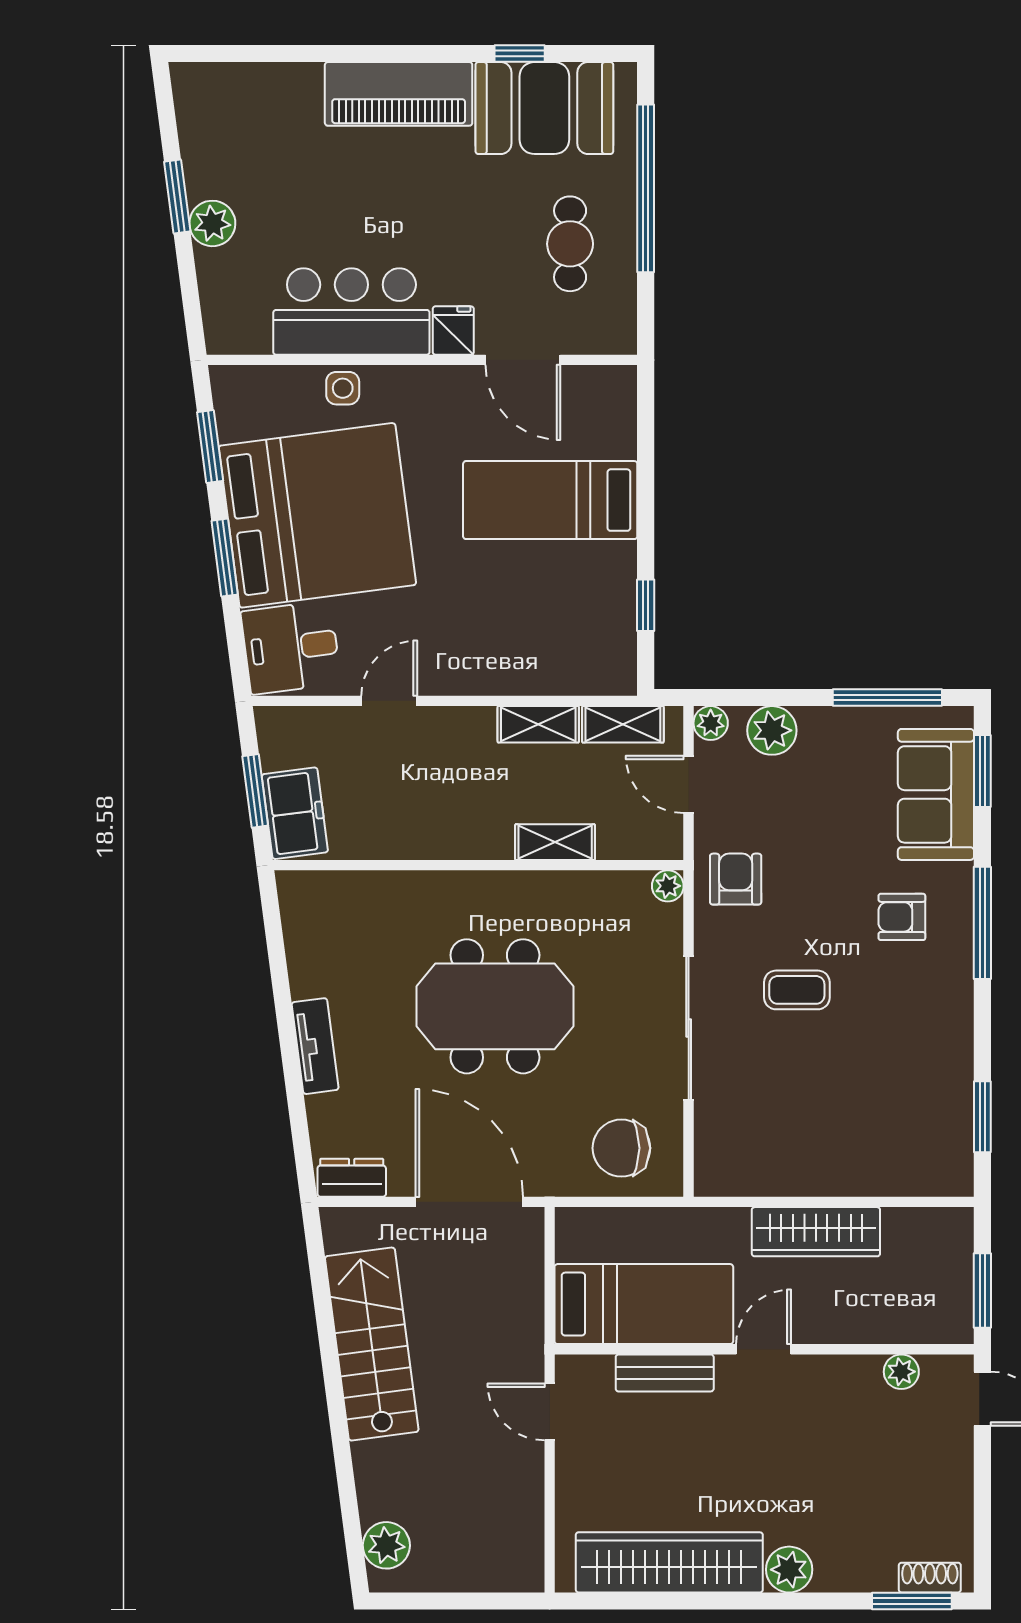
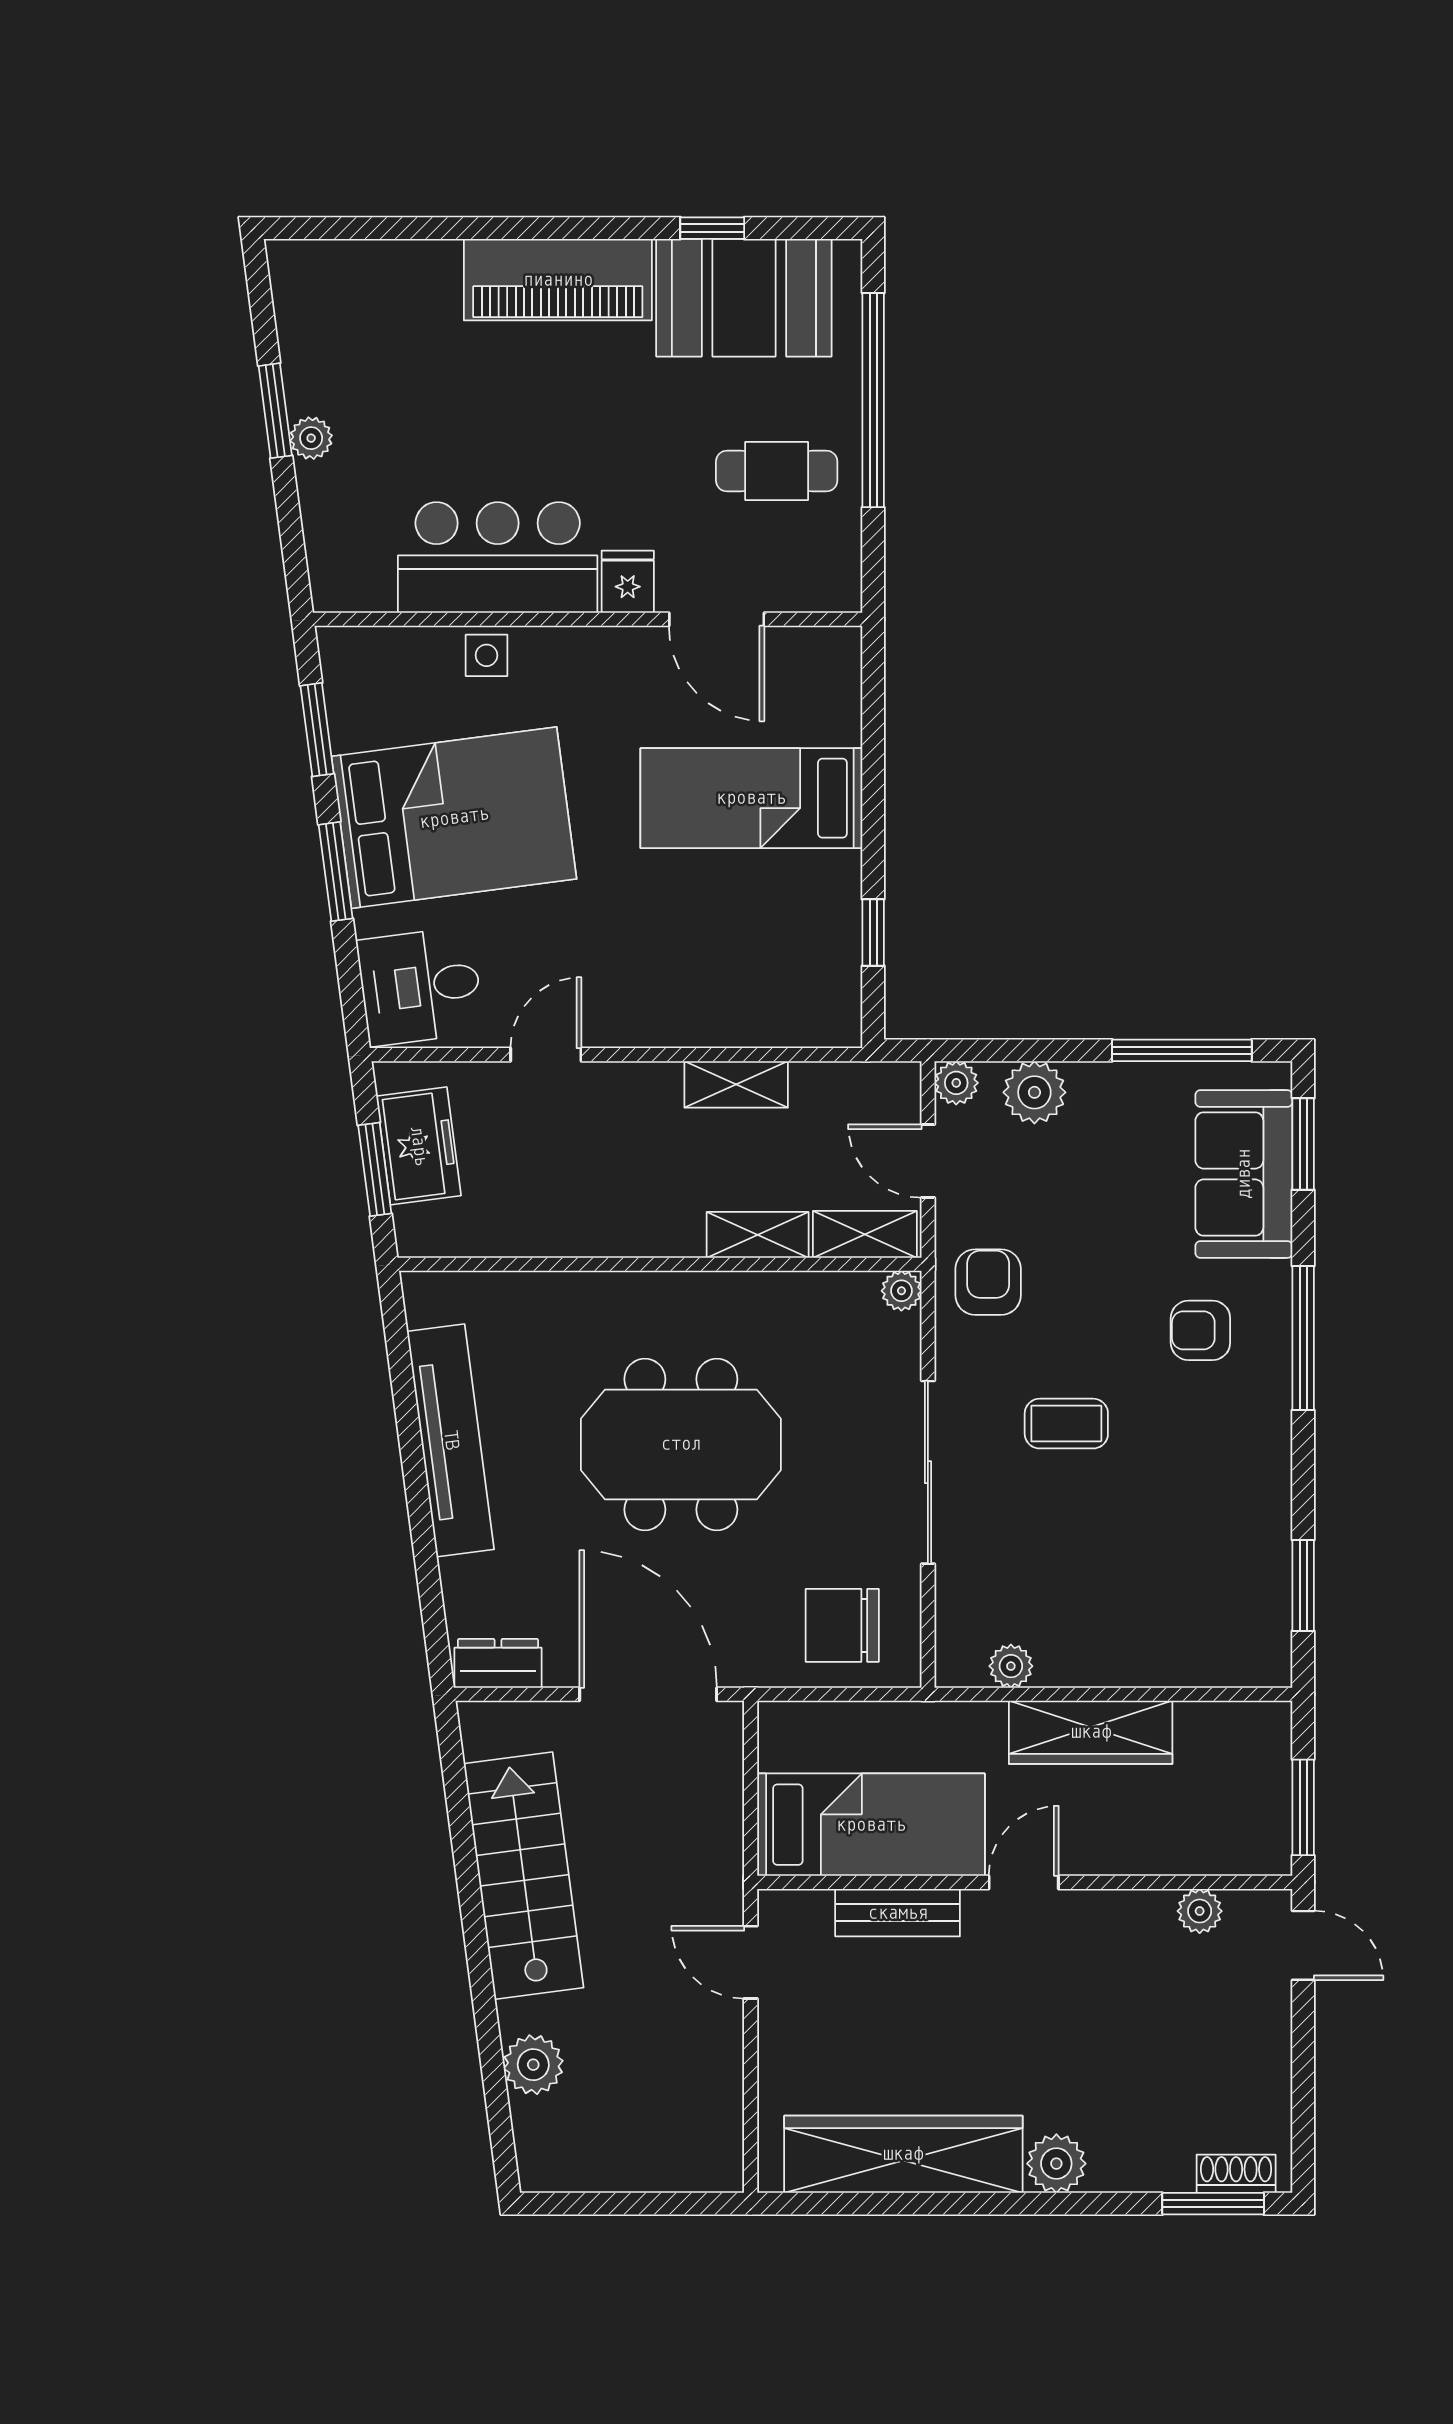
plant: (212, 223) -> (311, 438), width x0.73, depth x0.73
cafe table: (570, 244) -> (777, 471), turned 90
bed: (317, 515) -> (454, 818), width x0.73
shelving: (623, 724) -> (865, 1234), moved
freezer: (295, 813) -> (419, 1146), moved
tv unit: (315, 1046) -> (451, 1440), width x1.92, depth x1.29
plant: (753, 1180) -> (1011, 1666), added
plant: (386, 1545) -> (533, 2065), moved

